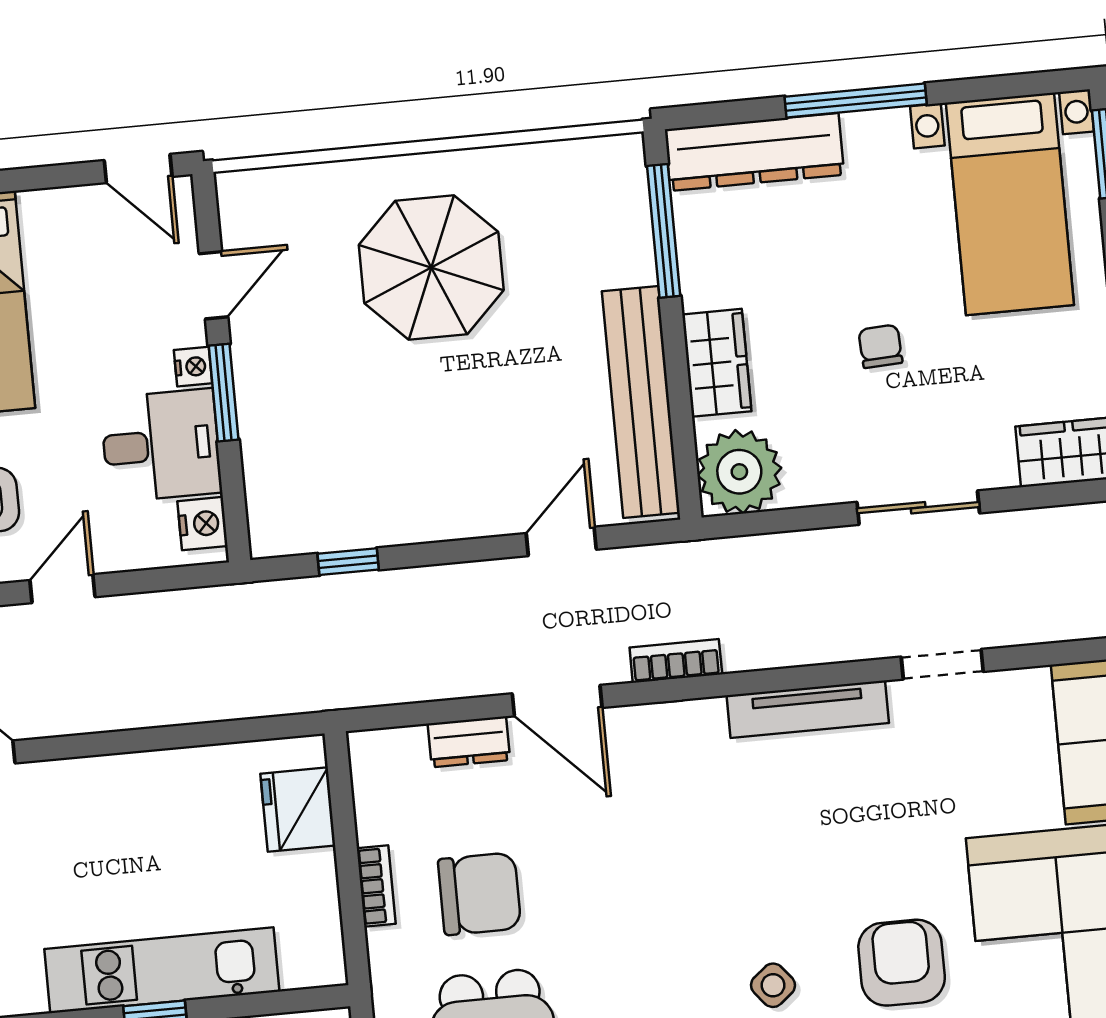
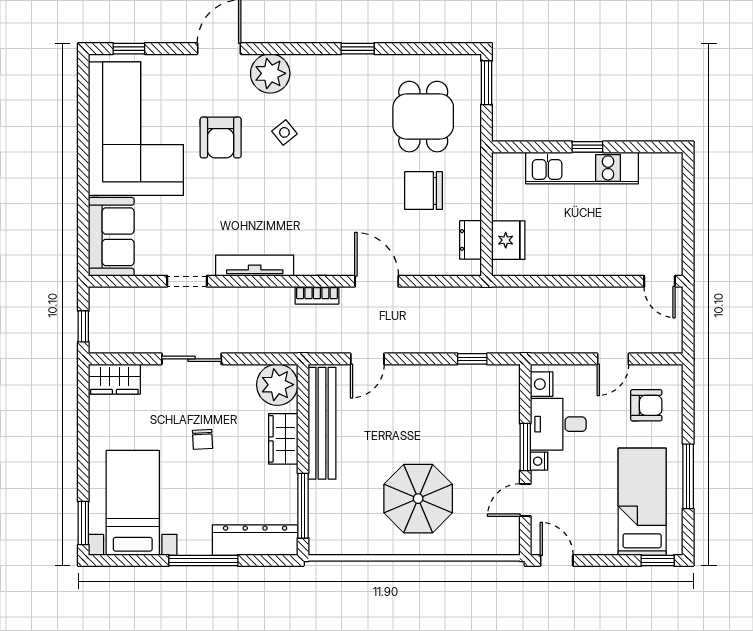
dresser: (469, 742) -> (471, 240), moved, turned -90
bookcase: (376, 886) -> (474, 199), removed

